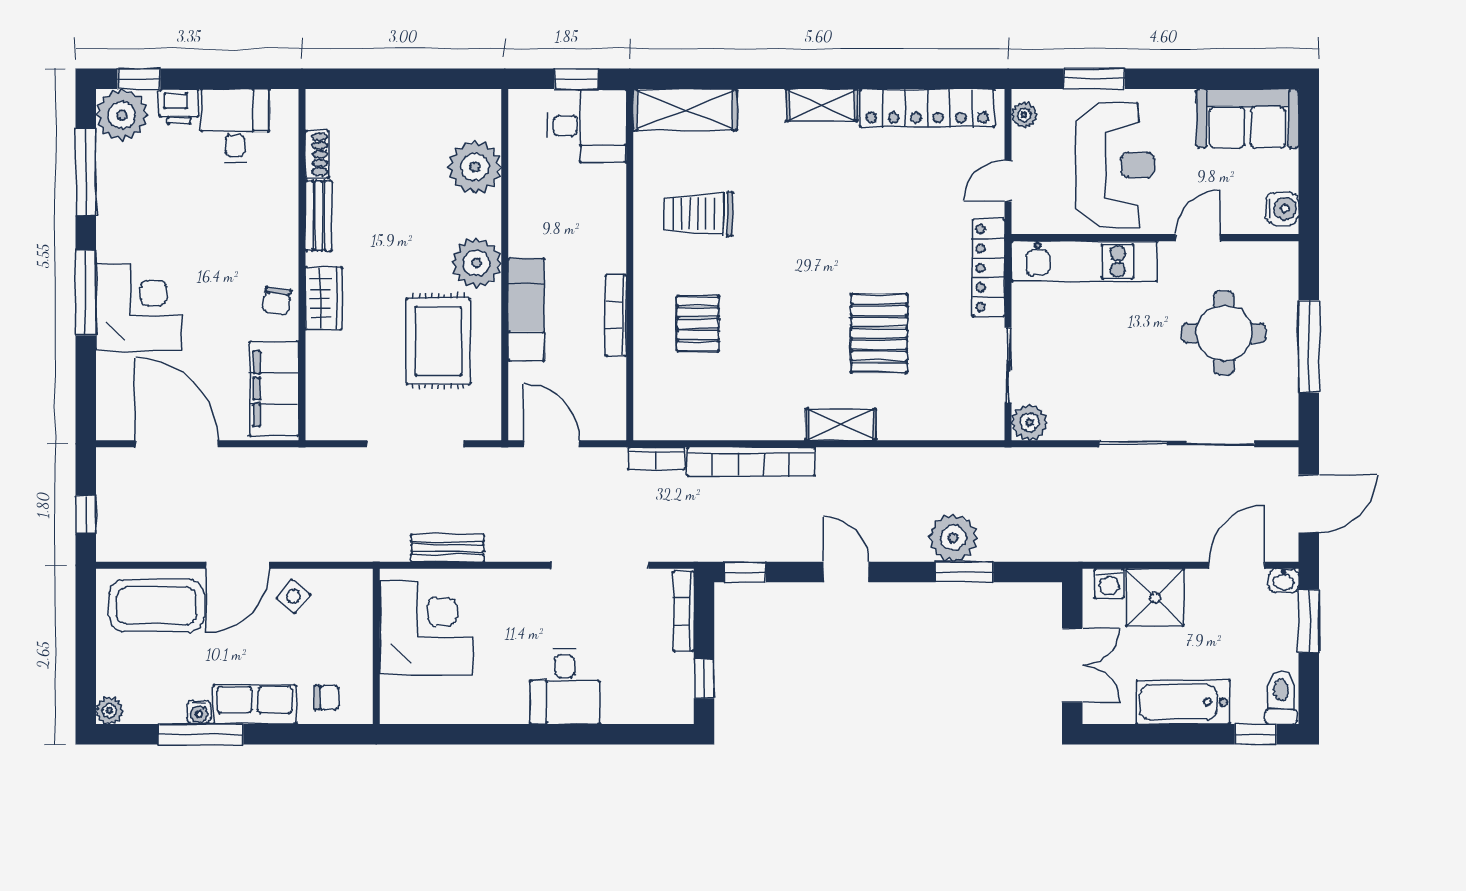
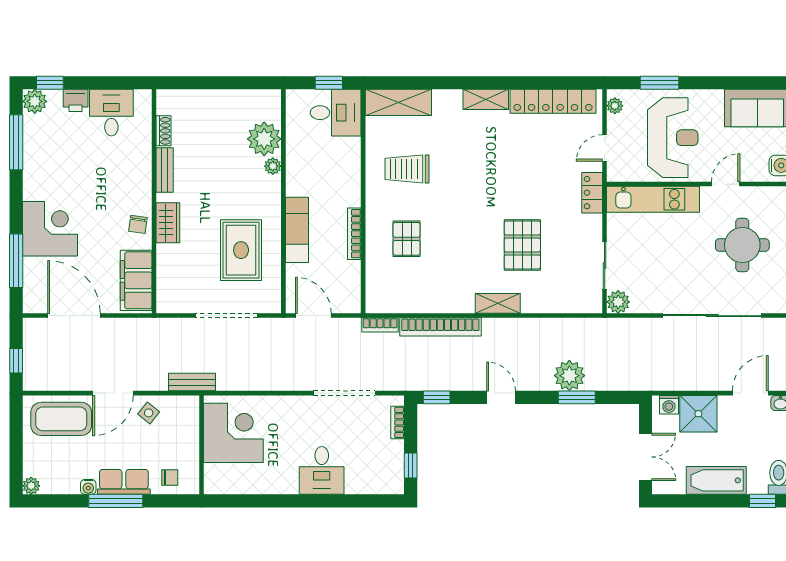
plant: (122, 115) -> (35, 101), width x0.73, depth x0.73
plant: (476, 263) -> (273, 166), moved, width x0.53, depth x0.53
locker: (989, 268) -> (592, 193), width x0.66
window: (86, 293) -> (16, 261), moved
bench: (447, 548) -> (192, 382), moved
bookcase: (684, 611) -> (398, 422), width x0.64
window: (201, 734) -> (116, 501), moved

